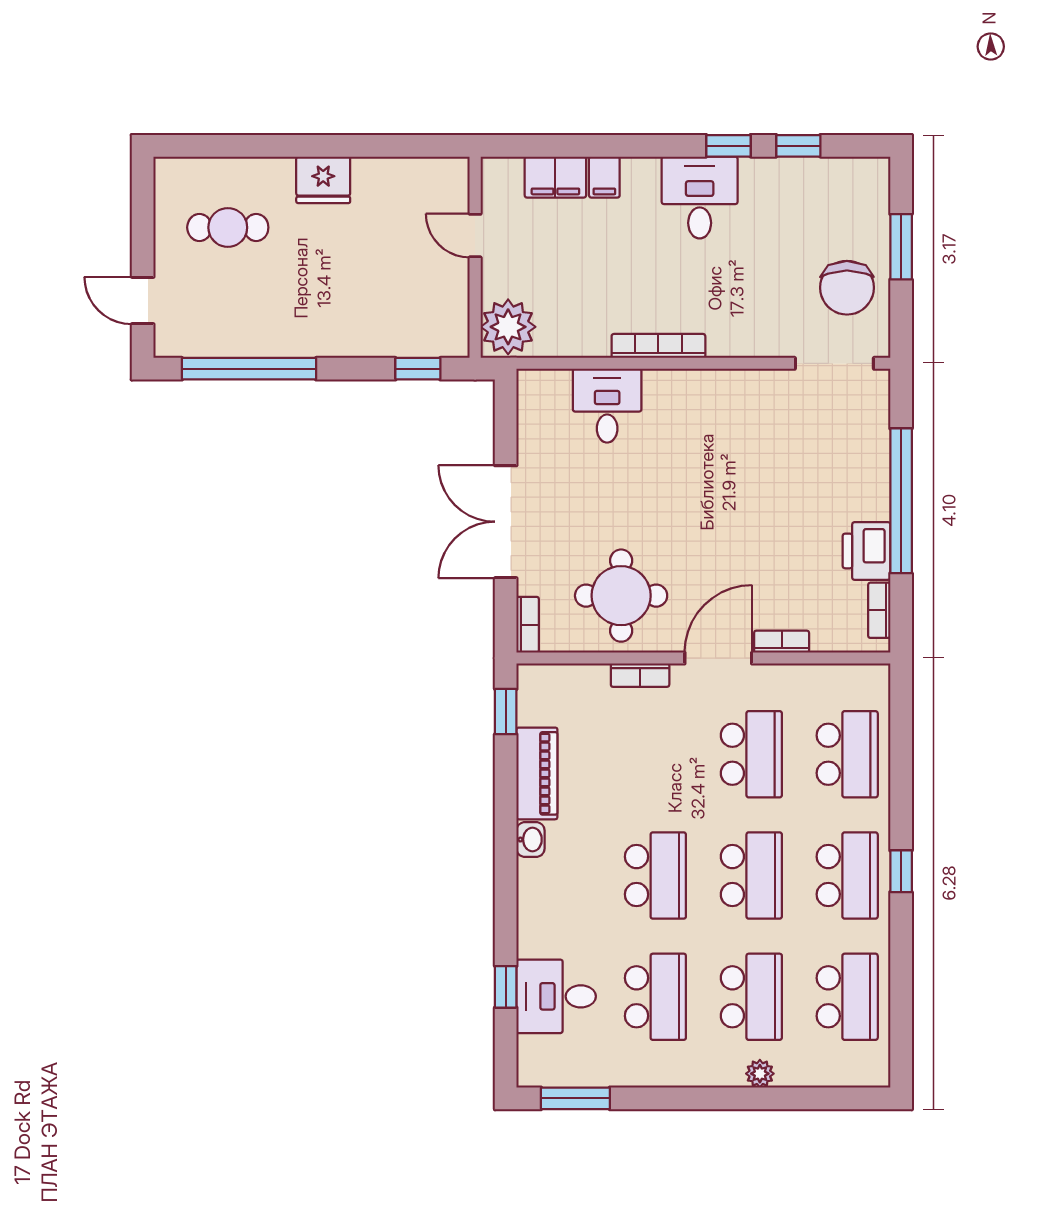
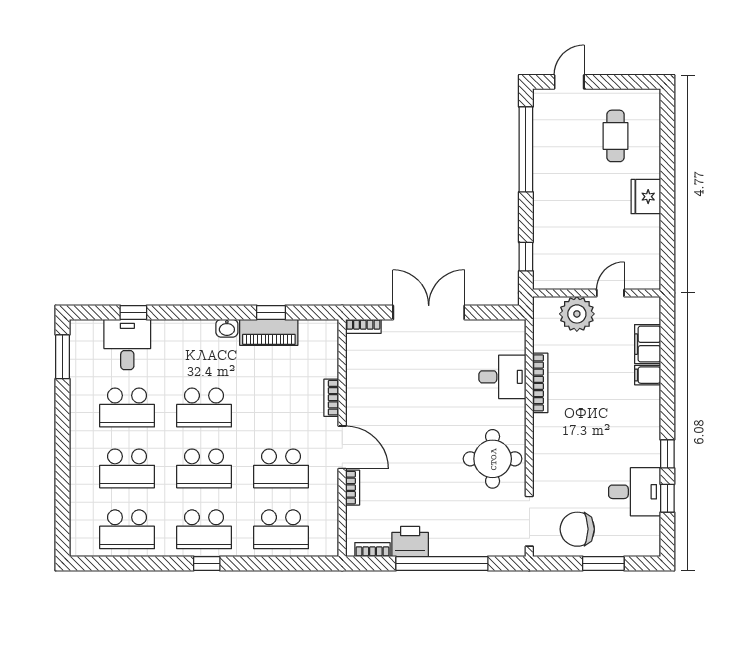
desk: (700, 198) -> (635, 492), moved
plant: (508, 327) -> (577, 314), moved
bookcase: (658, 346) -> (540, 383), moved
round table: (621, 596) -> (493, 459), moved
window: (506, 712) -> (271, 312), moved
plant: (760, 1074) -> (78, 474), removed

